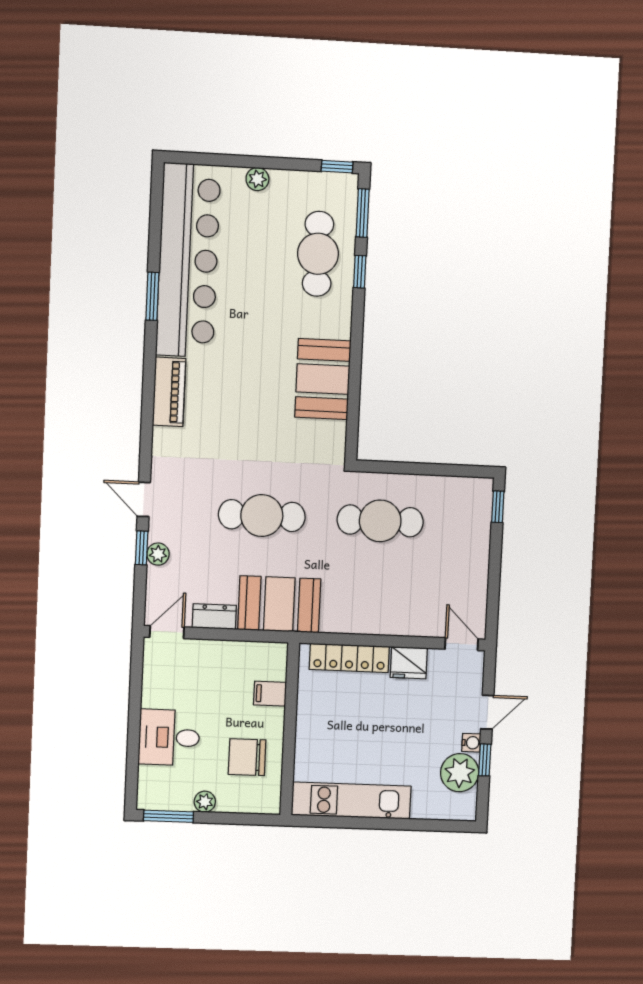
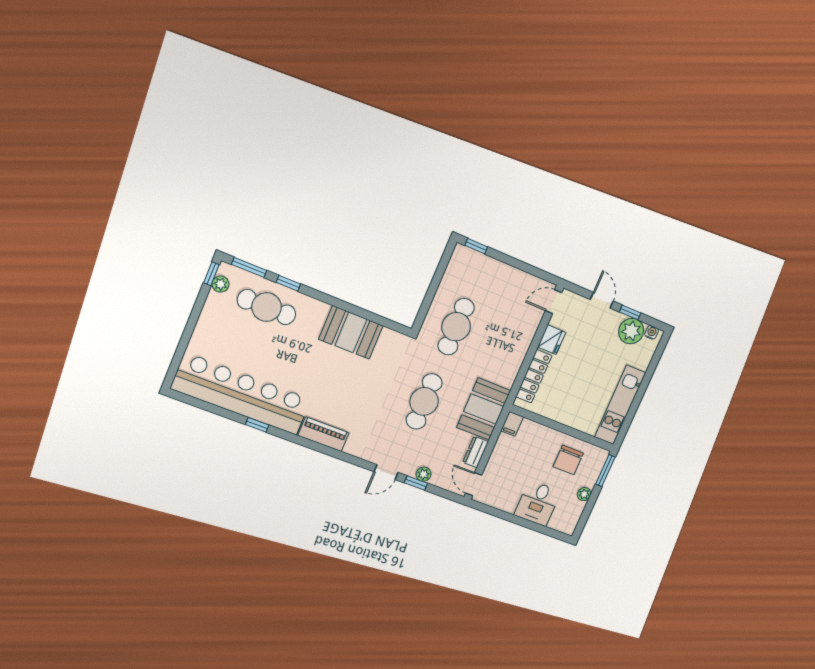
plant: (257, 179) -> (221, 284), moved
window: (152, 296) -> (257, 425), width x0.67
filing cabinet: (270, 694) -> (512, 424), moved
water cooler: (471, 743) -> (652, 332), moved
window: (168, 816) -> (605, 471), moved

